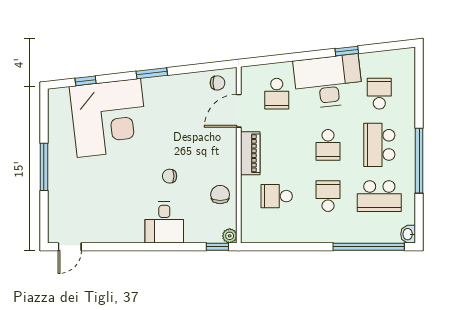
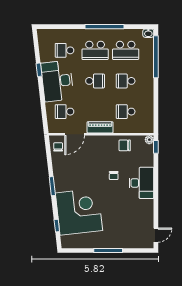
school desk: (277, 94) -> (64, 112), turned 180
door: (239, 111) -> (75, 134), hinge flipped
school desk: (277, 196) -> (126, 112), turned 90
school desk: (379, 196) -> (126, 50), turned 90
desk: (164, 223) -> (141, 183), width x1.37
door: (70, 247) -> (156, 235), hinge flipped

